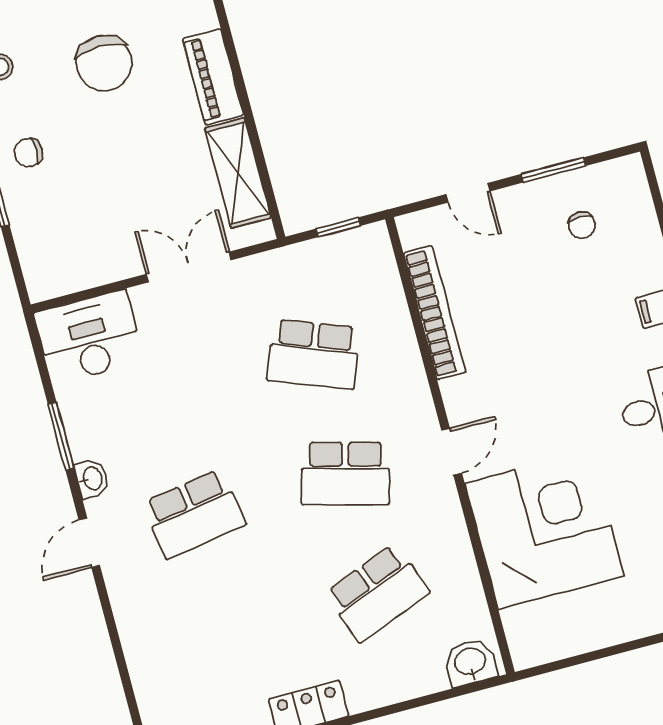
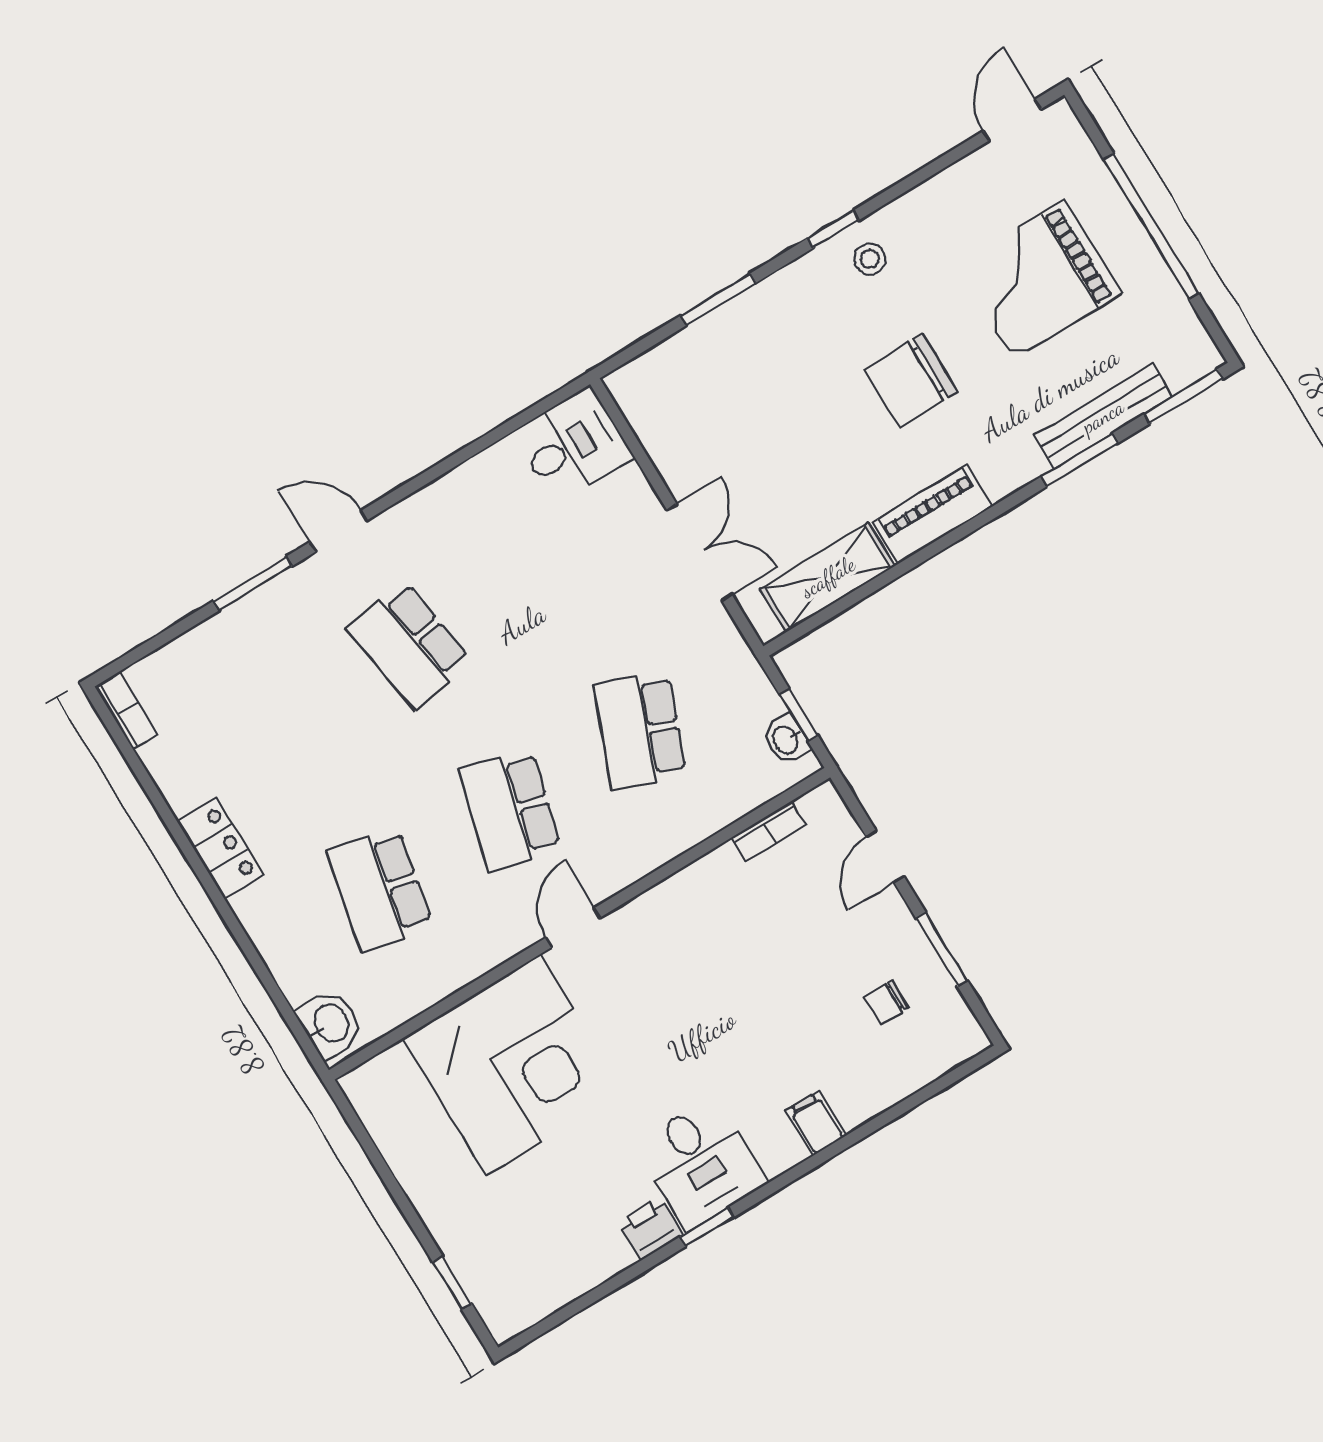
chair: (28, 153) -> (778, 323), removed
bookcase: (435, 313) -> (768, 831), width x0.43, depth x0.76
desk: (89, 337) -> (573, 445), width x0.73
window: (61, 436) -> (253, 584), moved
door: (452, 452) -> (573, 928), swing flipped
washbasin: (92, 479) -> (786, 740), moved, turned 90
school desk: (377, 593) -> (380, 889), turned 33

